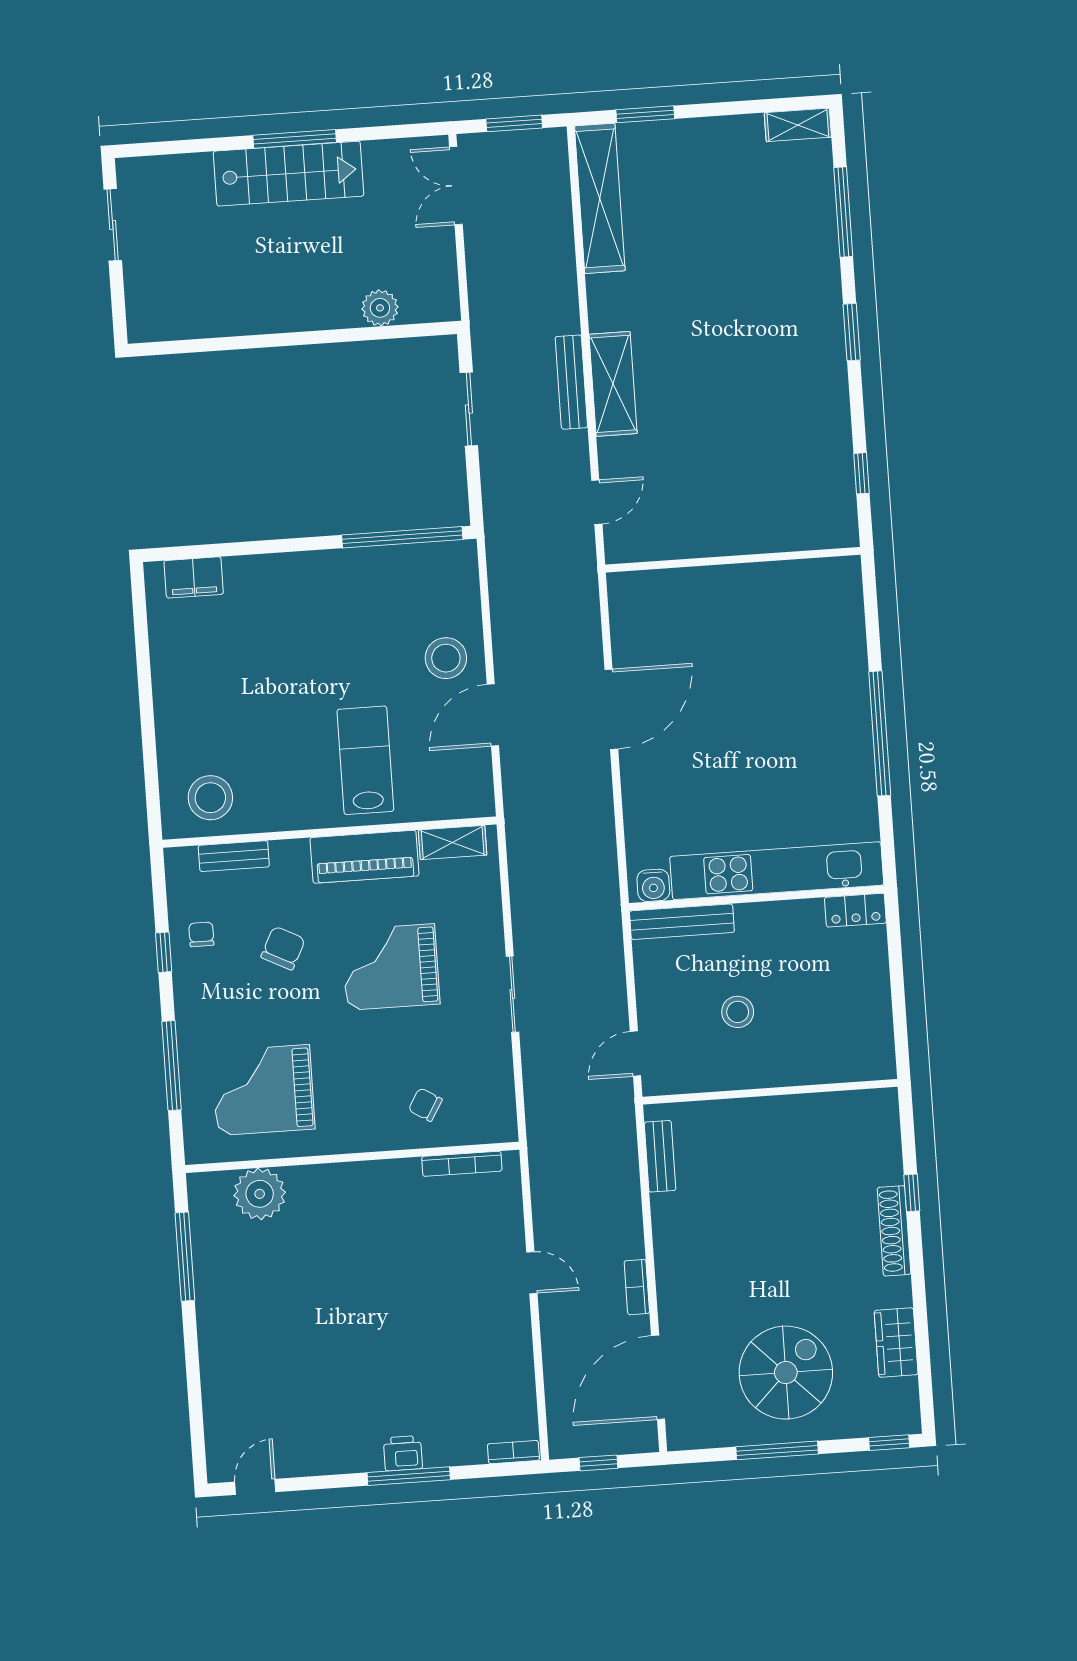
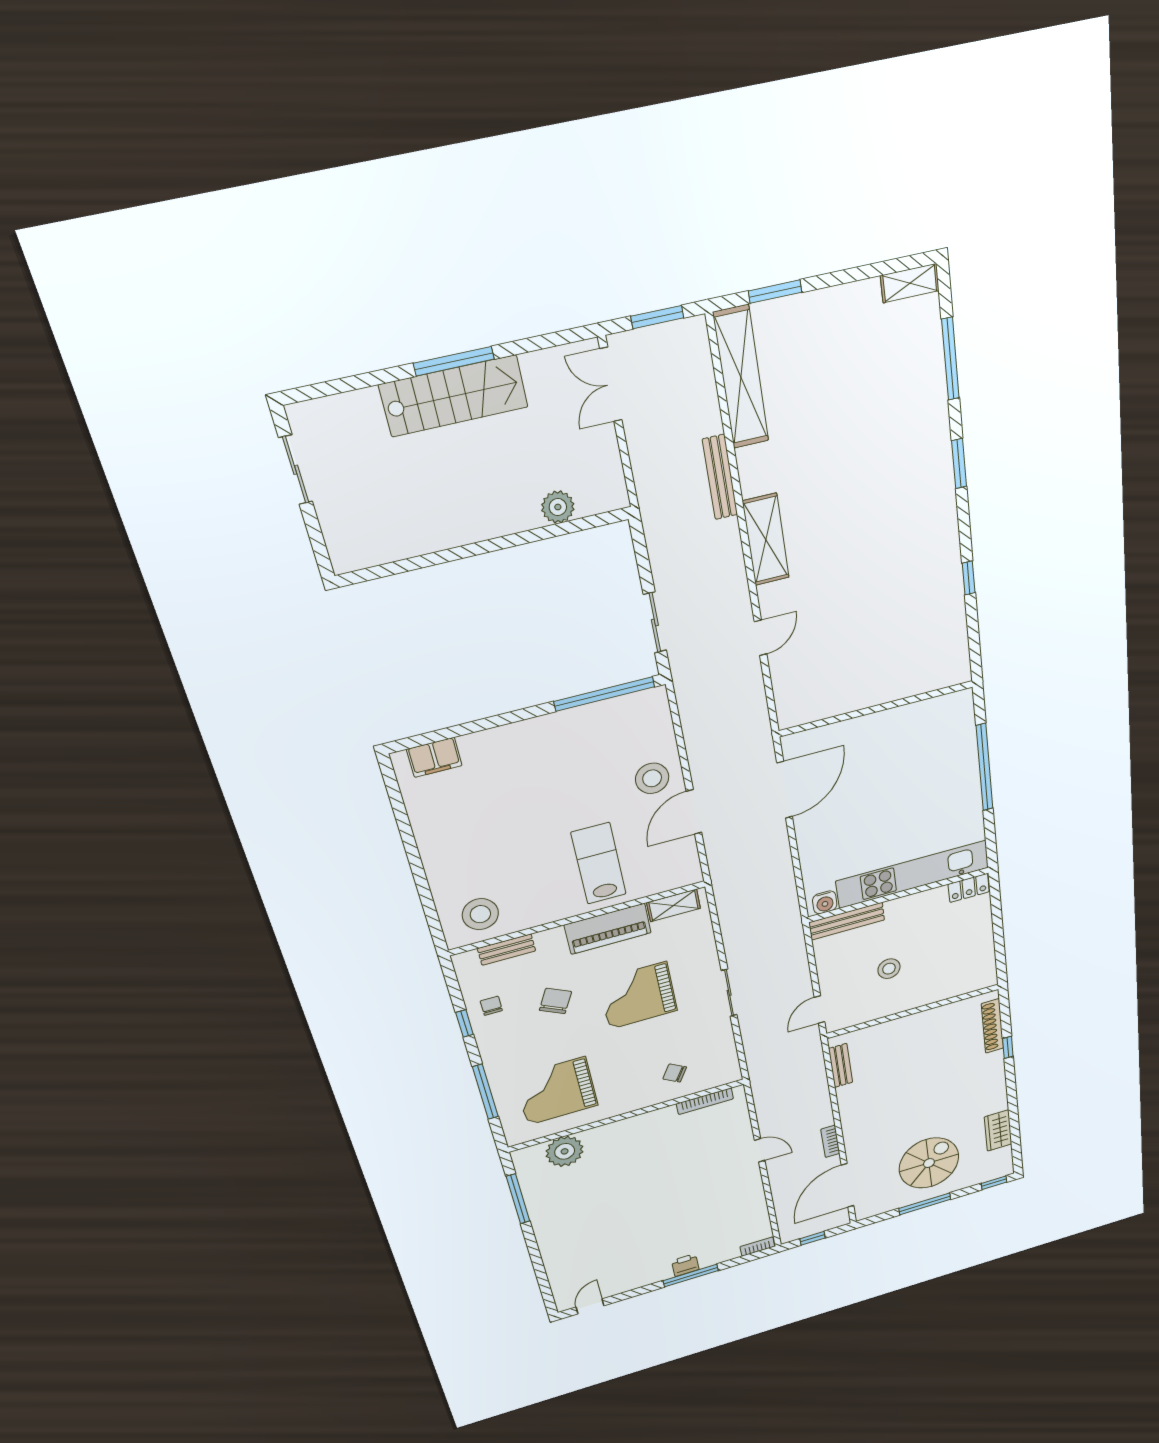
bench: (571, 382) -> (720, 477), moved
sliding door: (469, 409) -> (655, 622), moved
wall: (733, 560) -> (877, 709), moved
shoe rack: (894, 1231) -> (992, 1026), moved

